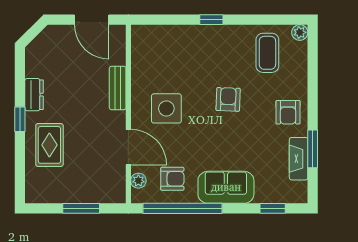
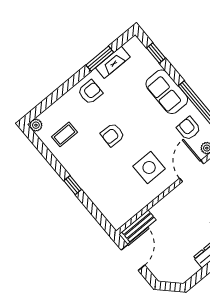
coffee table: (267, 53) -> (65, 134), width x0.73, depth x0.77
bench: (118, 88) -> (139, 226), moved

